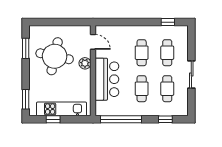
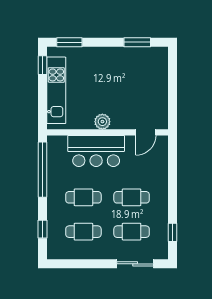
round table: (55, 56) -> (127, 81), removed
plant: (85, 63) -> (102, 122), moved
sliding door: (191, 75) -> (135, 264), moved
window: (53, 119) -> (42, 65), moved

